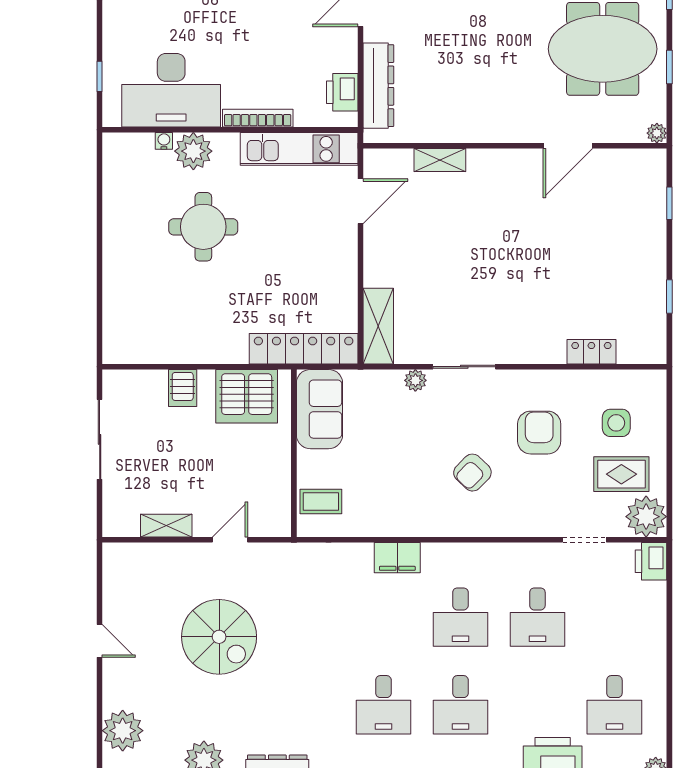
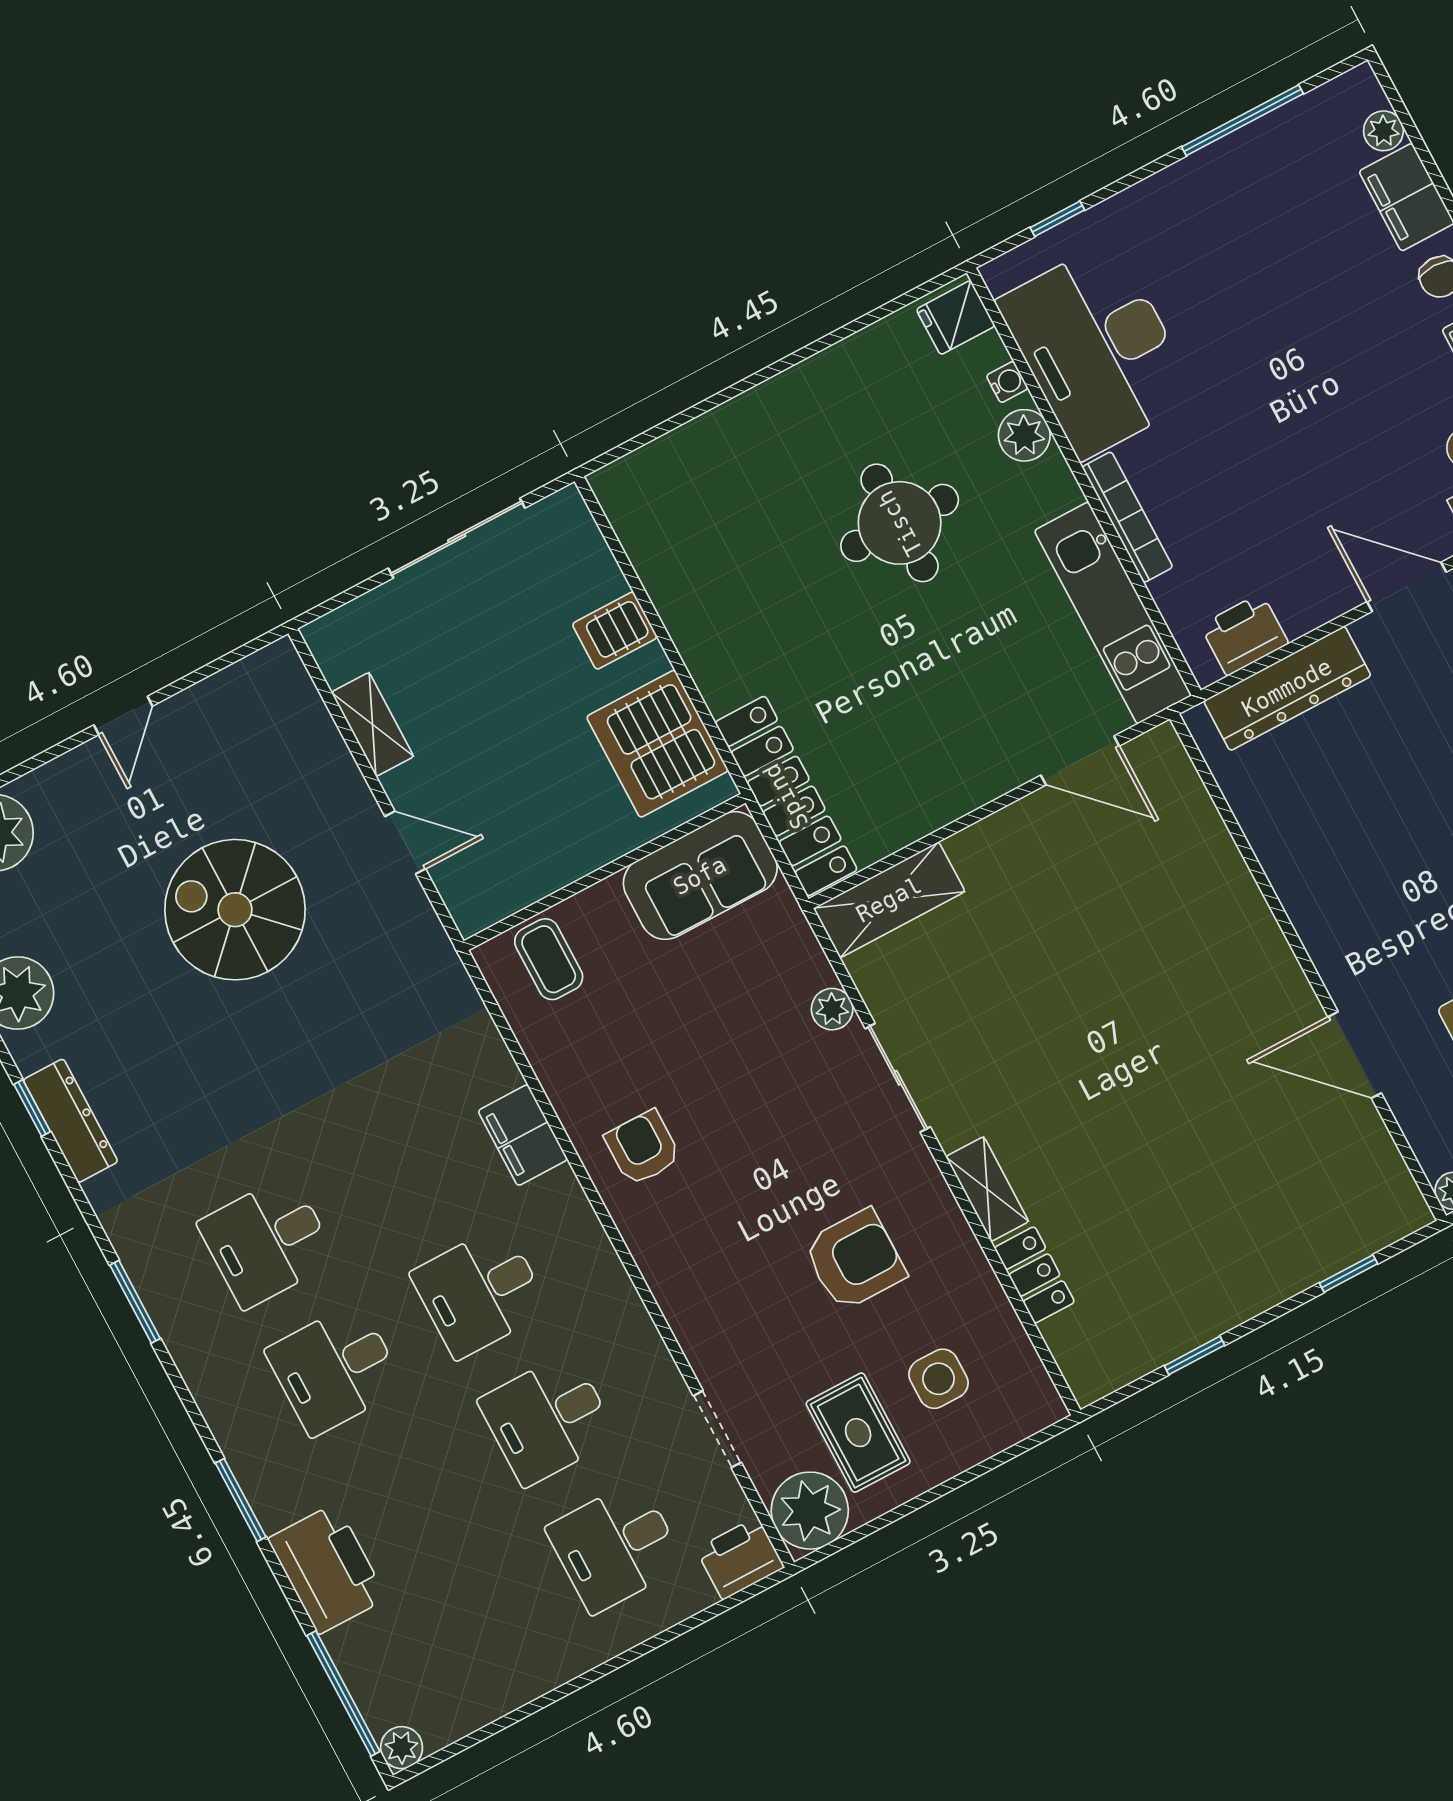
fridge: (121, 149) -> (956, 318), added
plant: (193, 151) -> (1024, 435), width x0.73, depth x0.73
shelving: (440, 160) -> (987, 1189), moved
armchair: (472, 473) -> (643, 1148), moved, turned 46
spiral stairs: (219, 637) -> (235, 910), turned 90
desk: (614, 705) -> (615, 1547), moved

